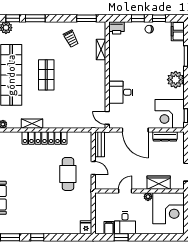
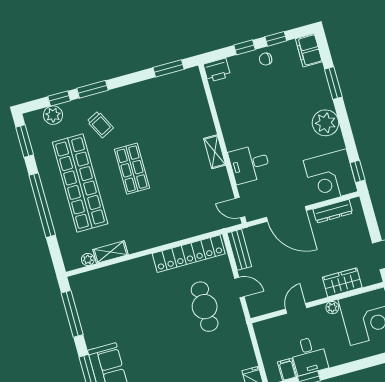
trolley: (71, 39) -> (100, 125), moved
shelving: (101, 50) -> (215, 152), moved
shelving: (32, 124) -> (110, 252), moved
locker: (45, 138) -> (189, 254), moved

